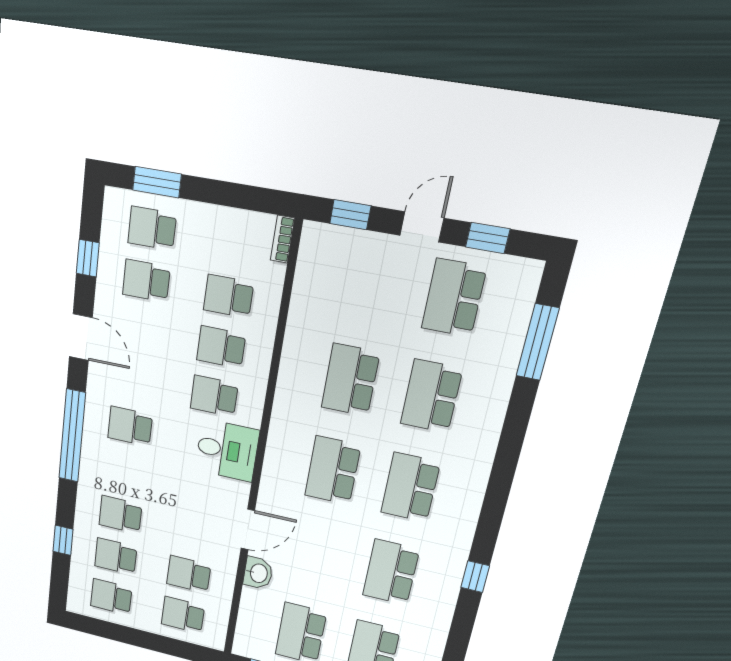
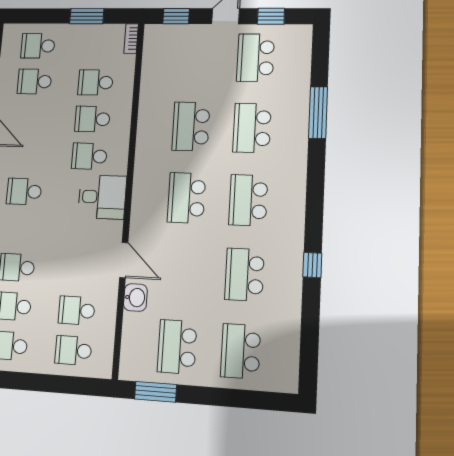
window: (157, 182) -> (87, 16), moved
window: (538, 342) -> (318, 112), moved
door: (248, 529) -> (124, 260), hinge flipped

